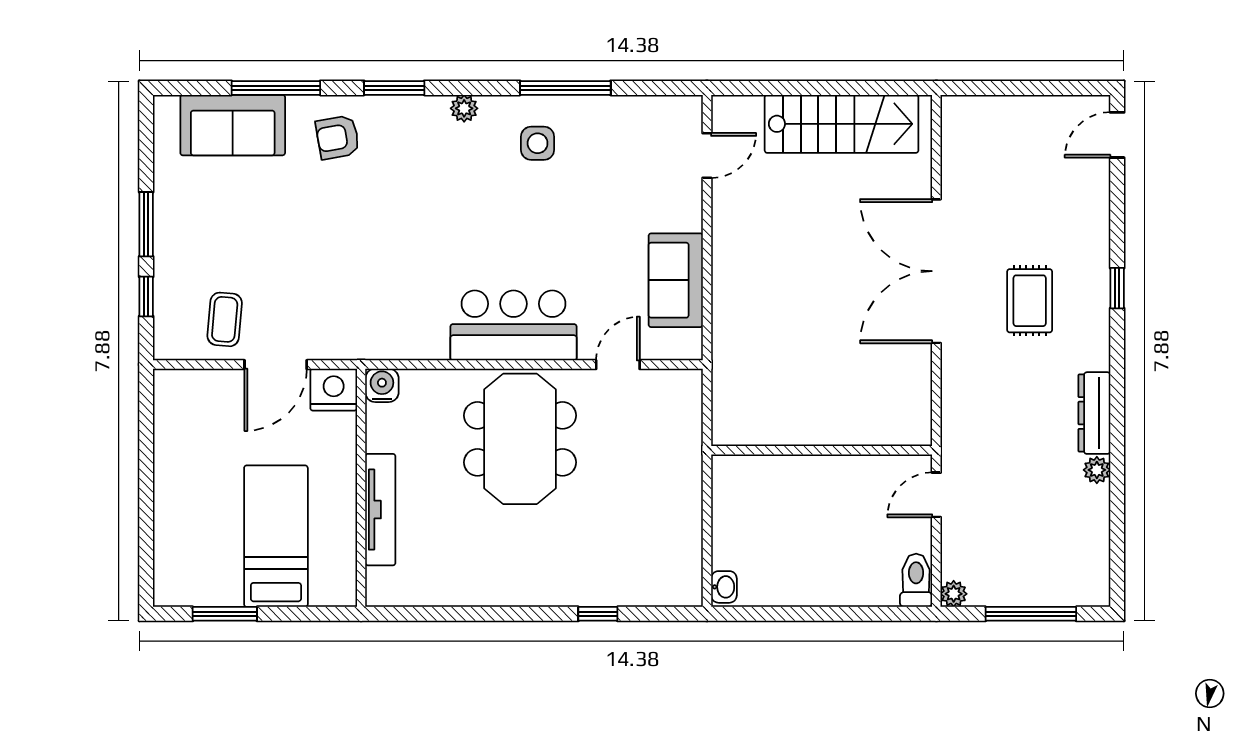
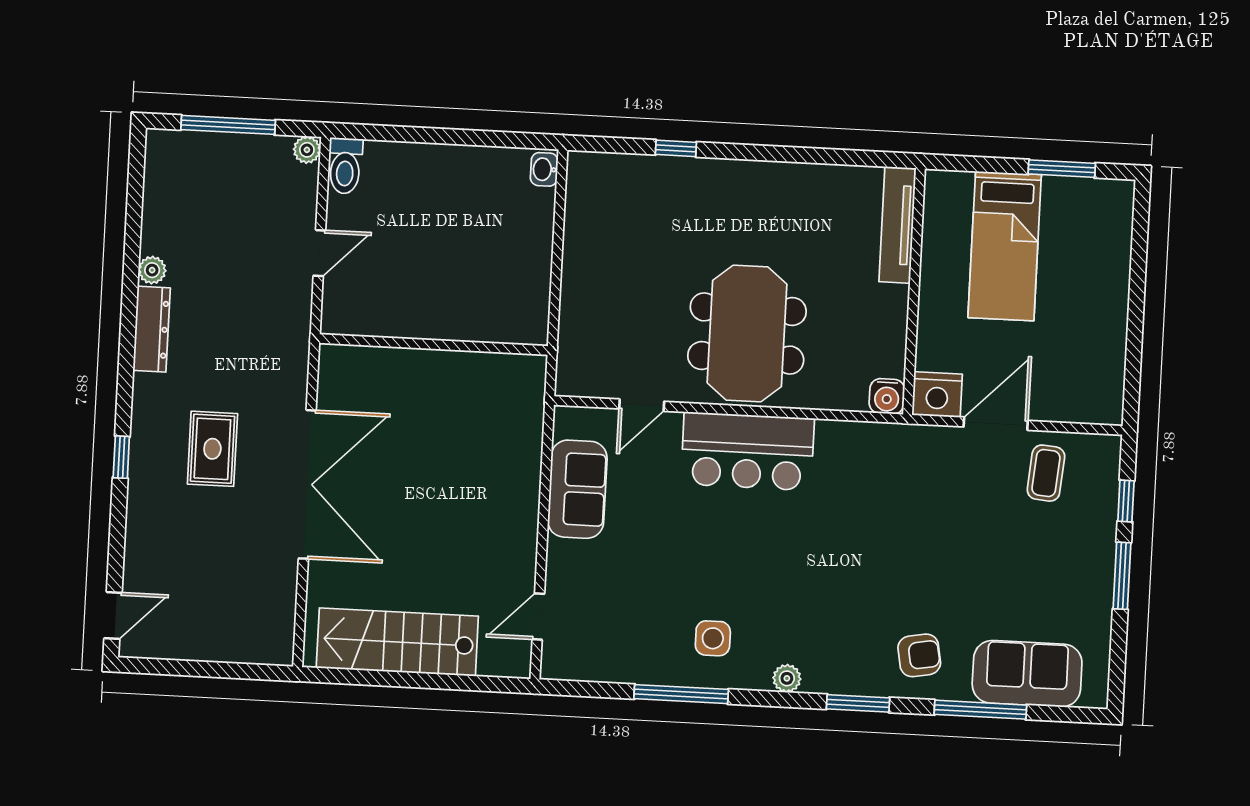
wall: (822, 450) -> (434, 344), moved
tv unit: (380, 510) -> (898, 225), moved

